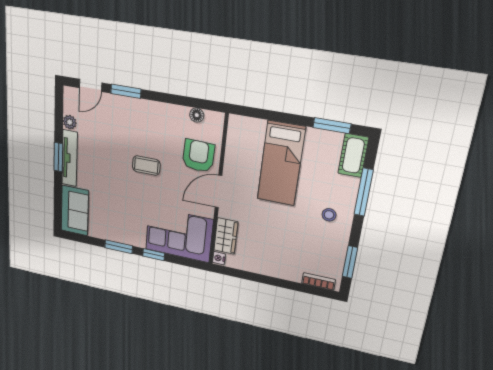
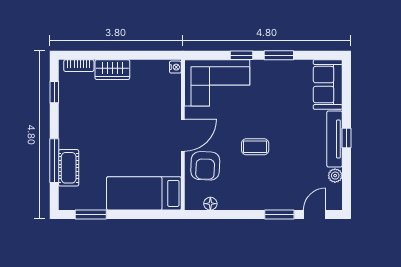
cot: (353, 155) -> (69, 168), moved
window: (58, 157) -> (347, 138), width x0.67
bed: (281, 163) -> (144, 193), moved, turned -90
stool: (329, 215) -> (80, 134), removed
wardrobe: (226, 236) -> (112, 70), moved, turned -90
window: (350, 262) -> (54, 92), width x0.67

